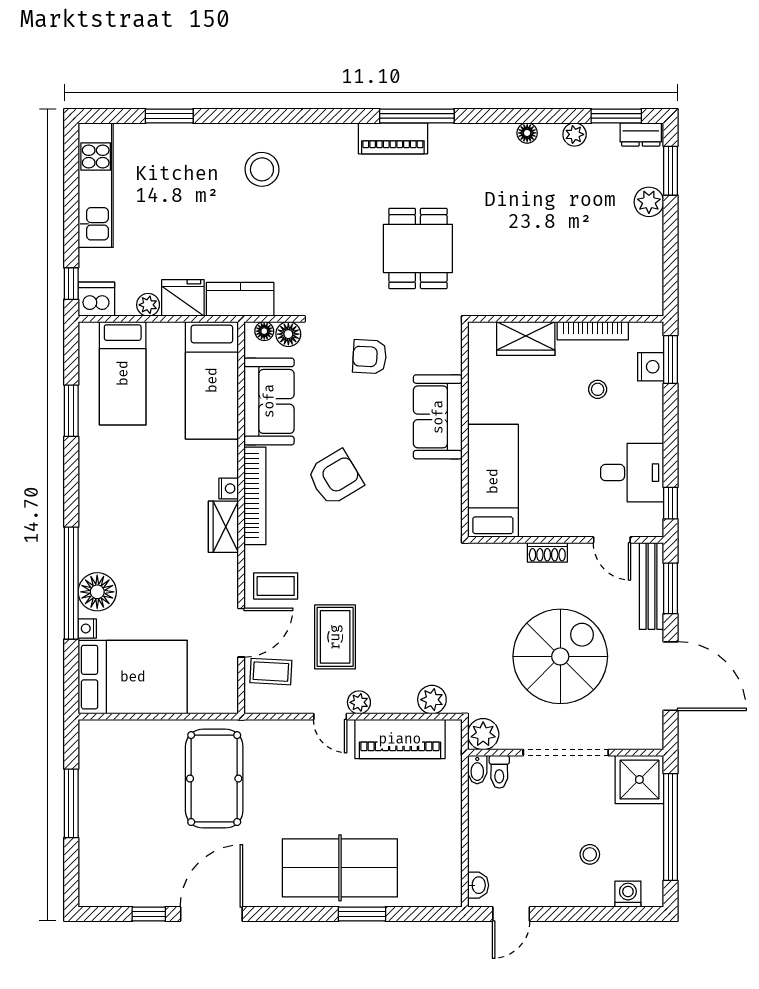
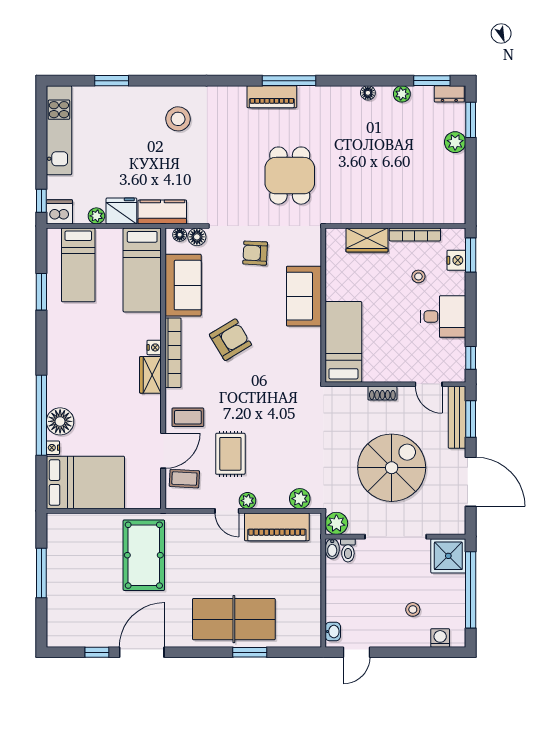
desk: (632, 473) -> (443, 316), moved

